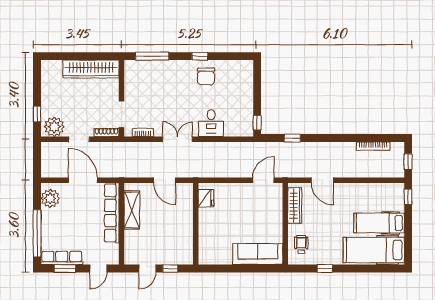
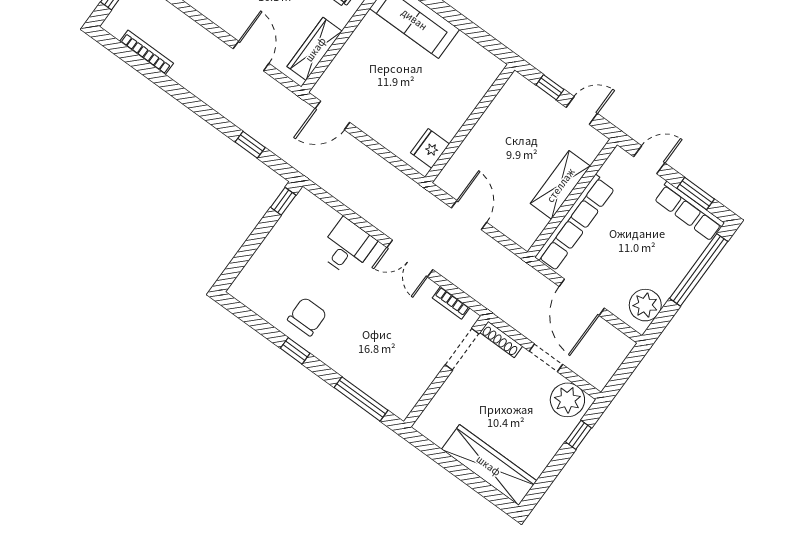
wardrobe: (91, 69) -> (489, 465), moved
shelving: (132, 210) -> (560, 185), moved

